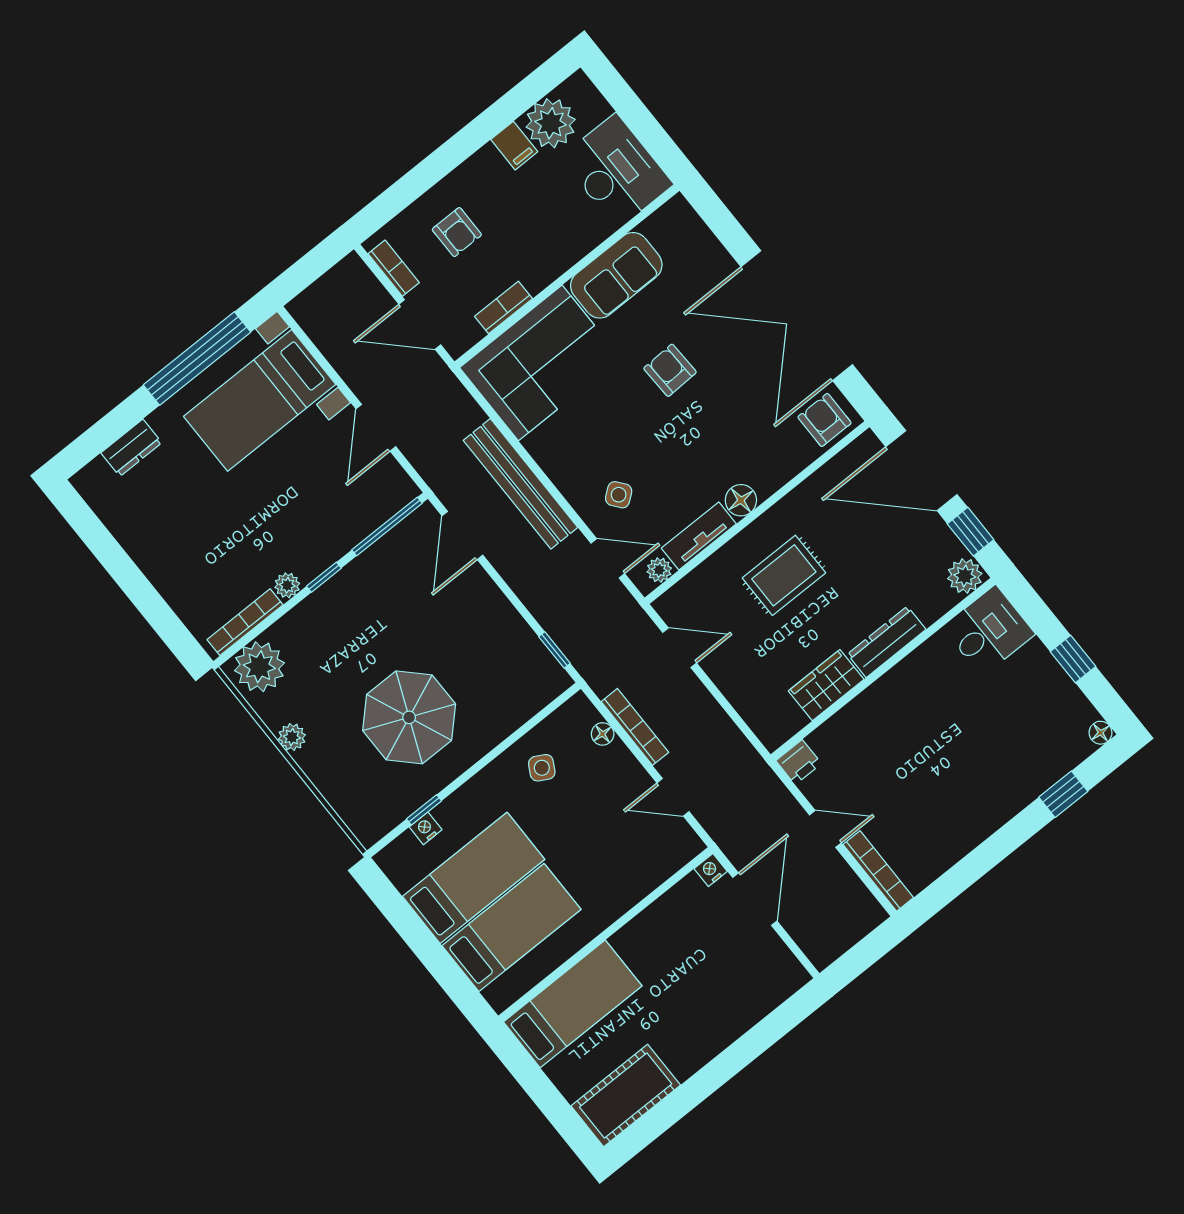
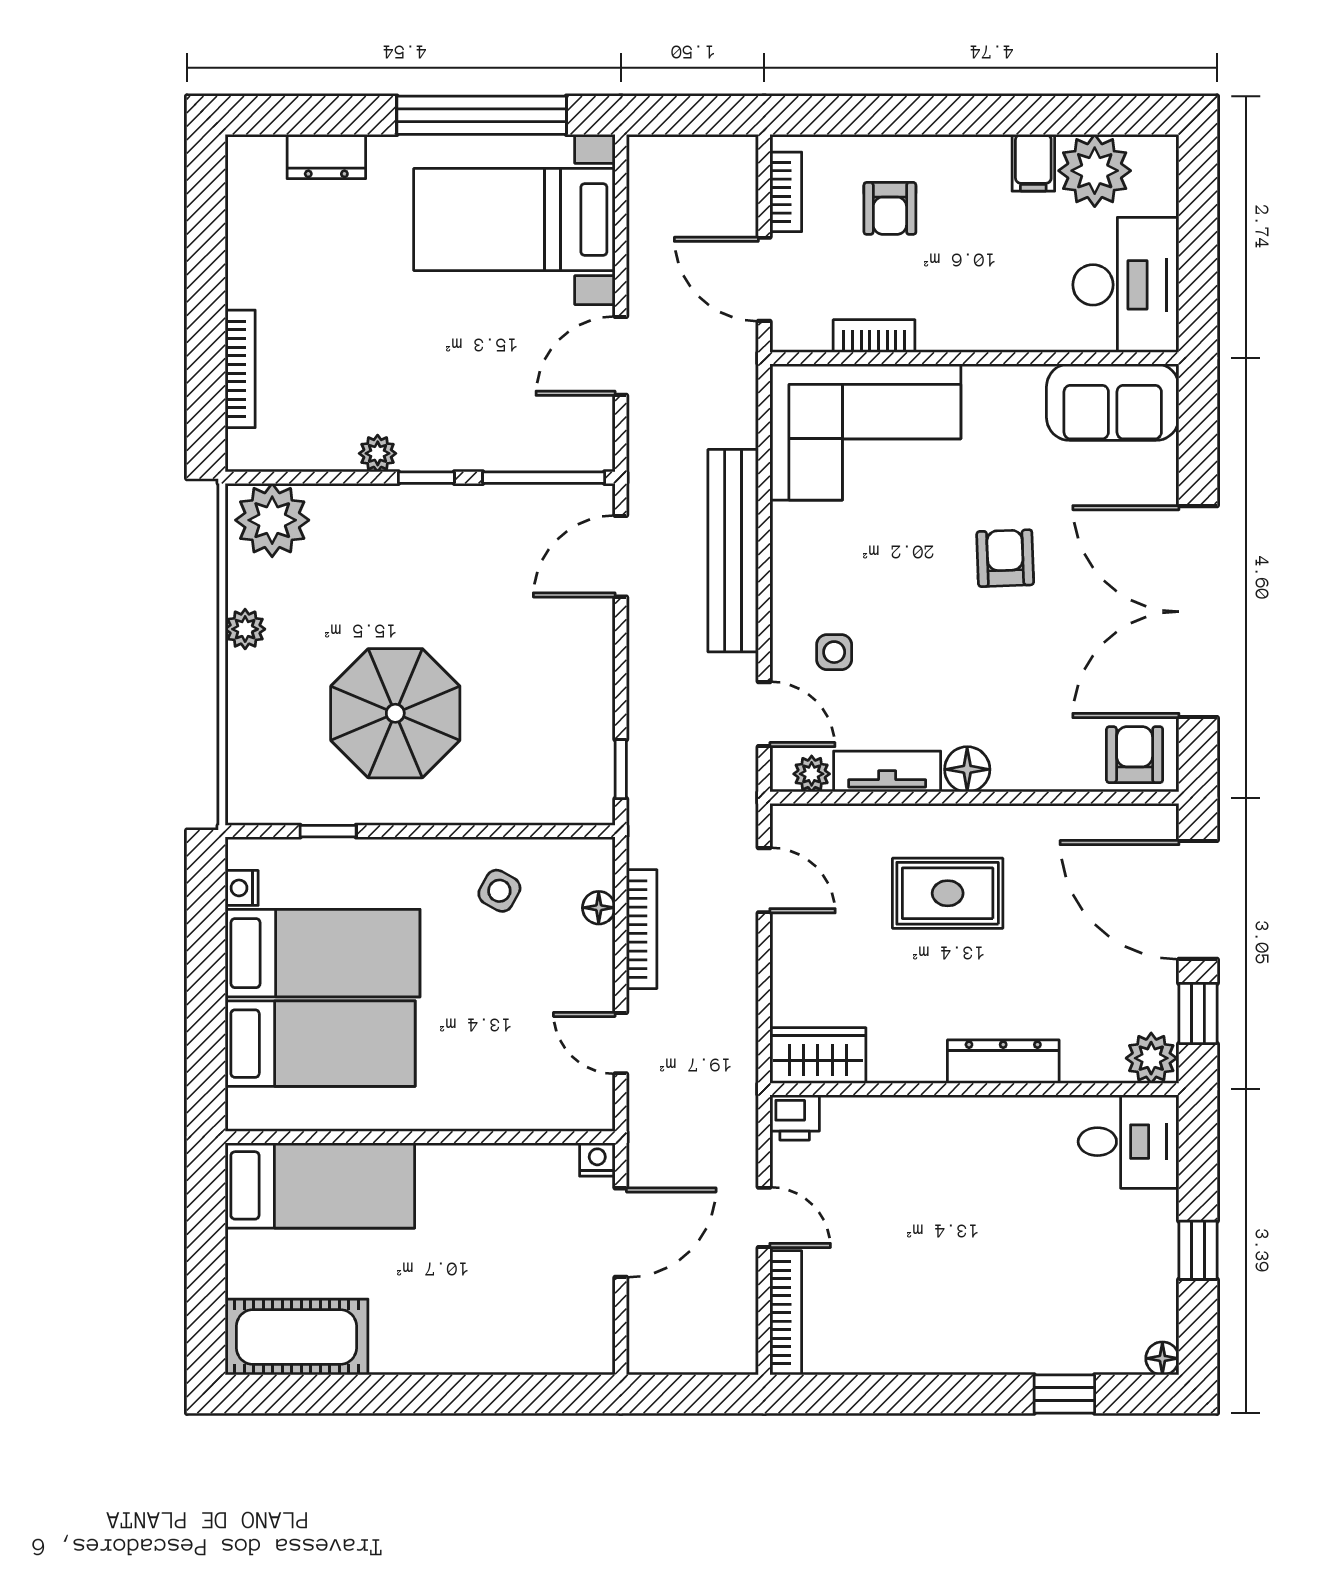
sofa: (616, 275) -> (1113, 402), moved
side table: (619, 495) -> (834, 652), turned 38
bookcase: (245, 622) -> (240, 369), moved, turned 90
wardrobe: (826, 685) -> (818, 1056), moved
nightstand: (426, 828) -> (242, 888), moved, turned -90

